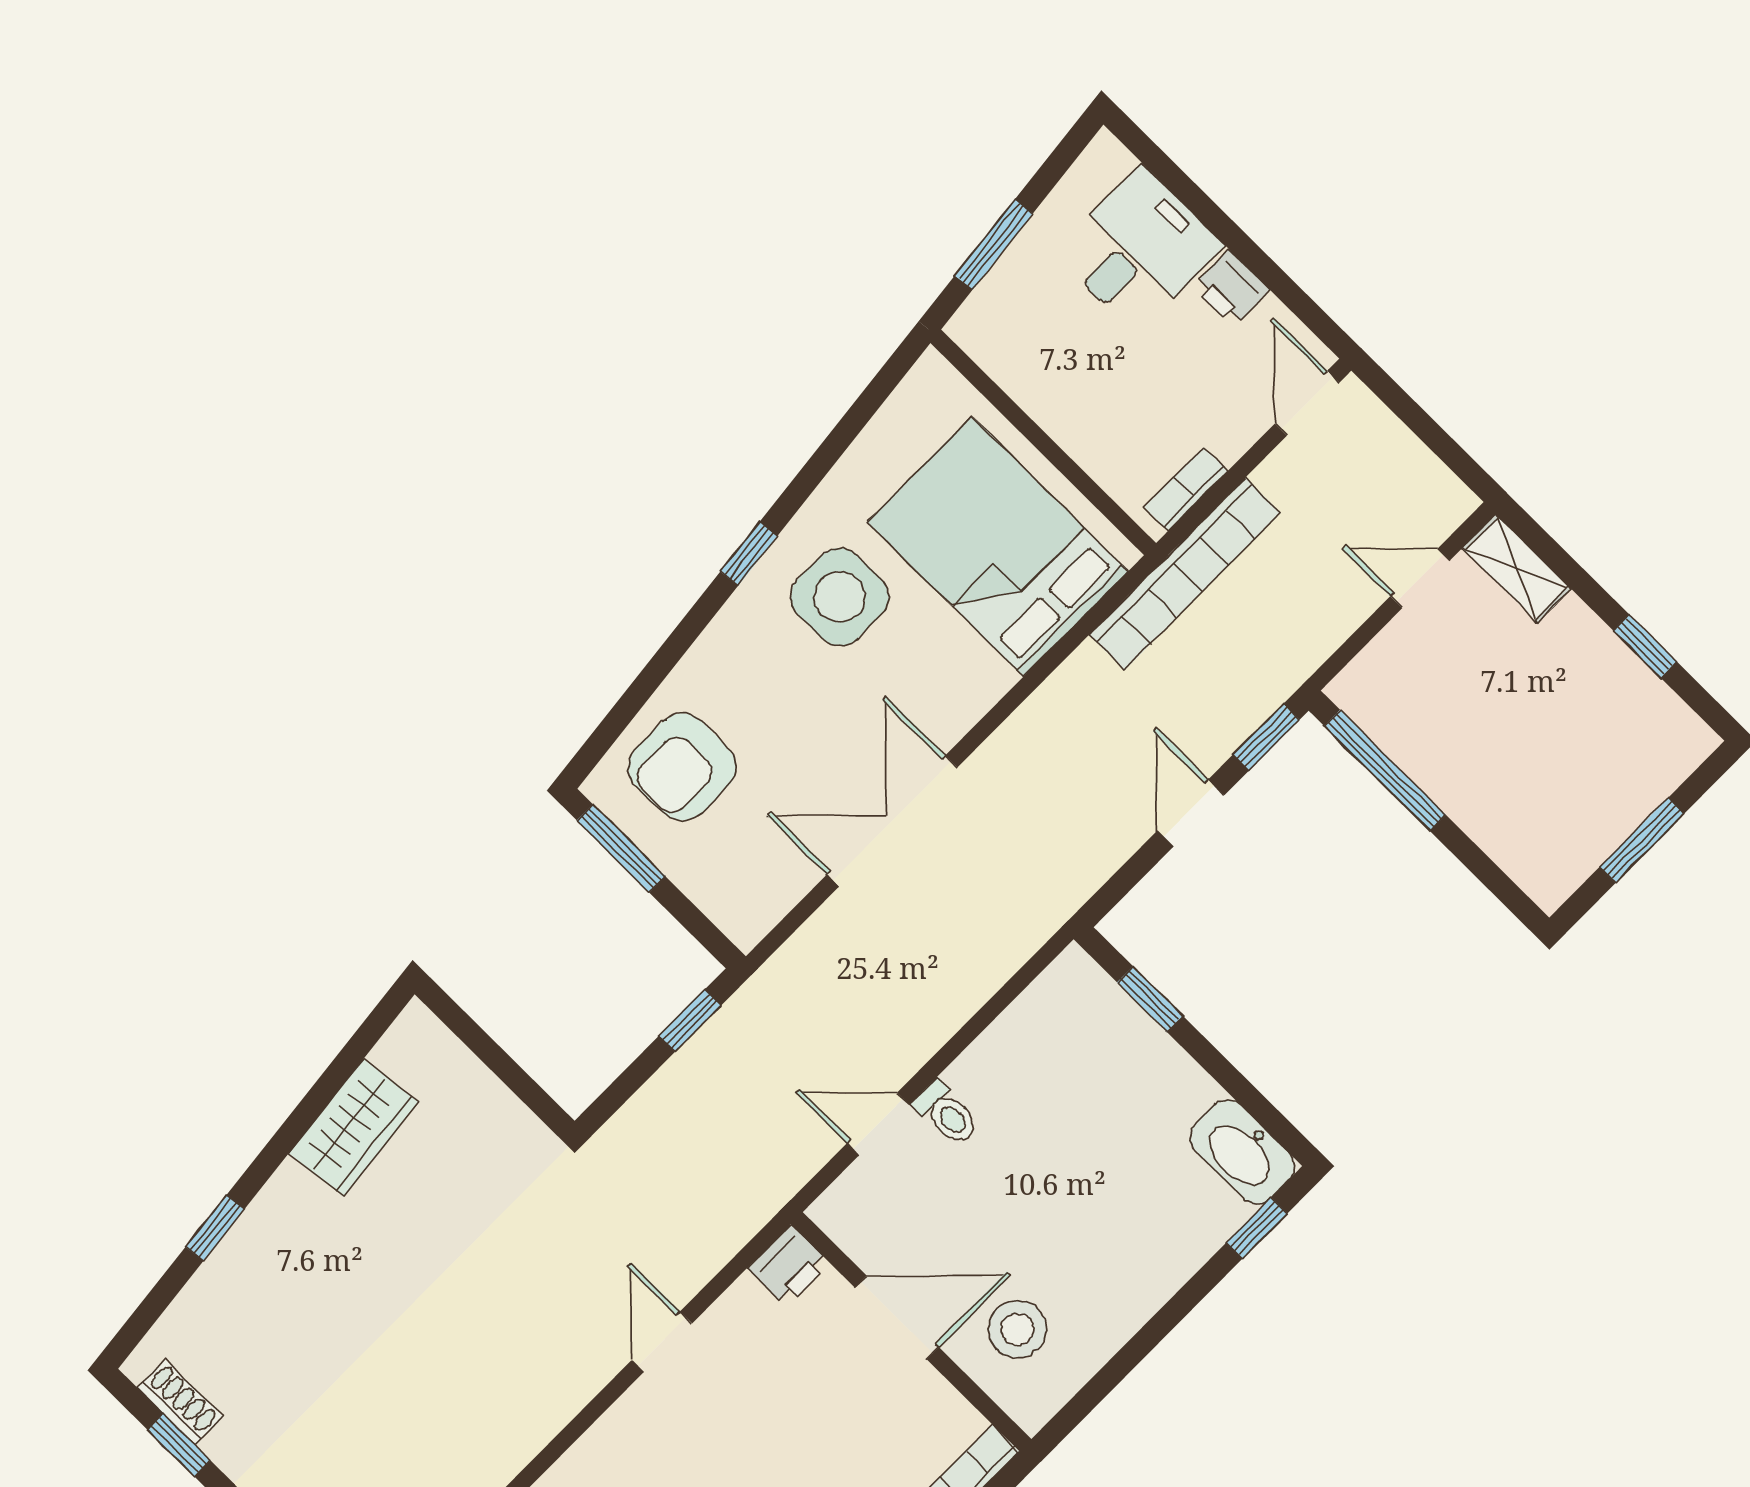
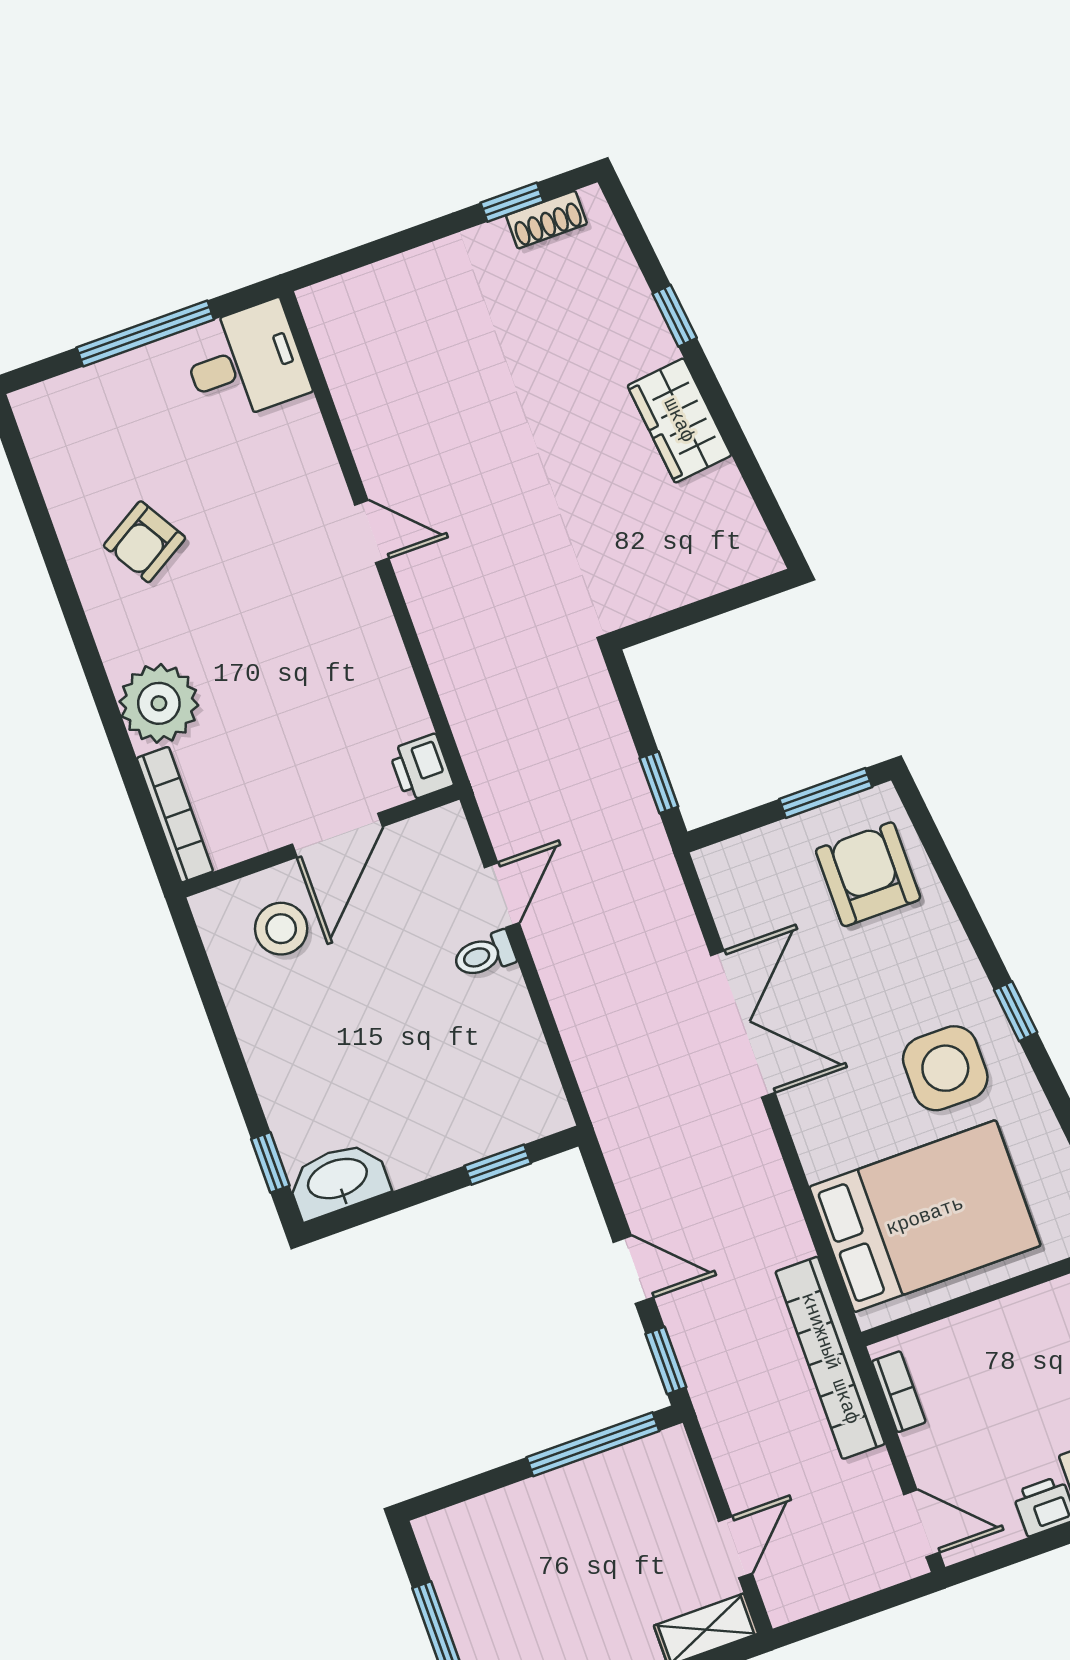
wardrobe: (354, 1128) -> (679, 420), moved
door: (662, 1342) -> (372, 532), moved

